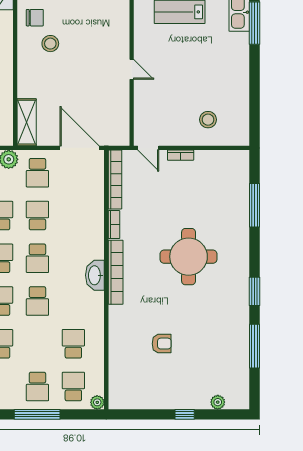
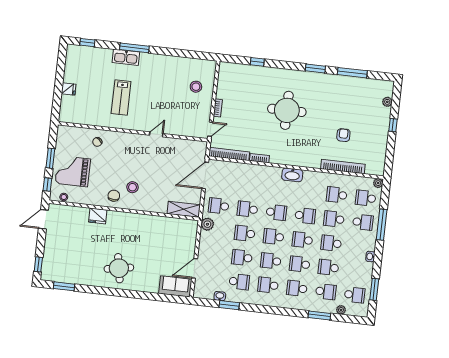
school desk: (37, 173) -> (219, 206), turned 180
window: (255, 205) -> (257, 62), width x0.46
bookcase: (116, 272) -> (343, 167), moved
school desk: (37, 344) -> (334, 219), added

